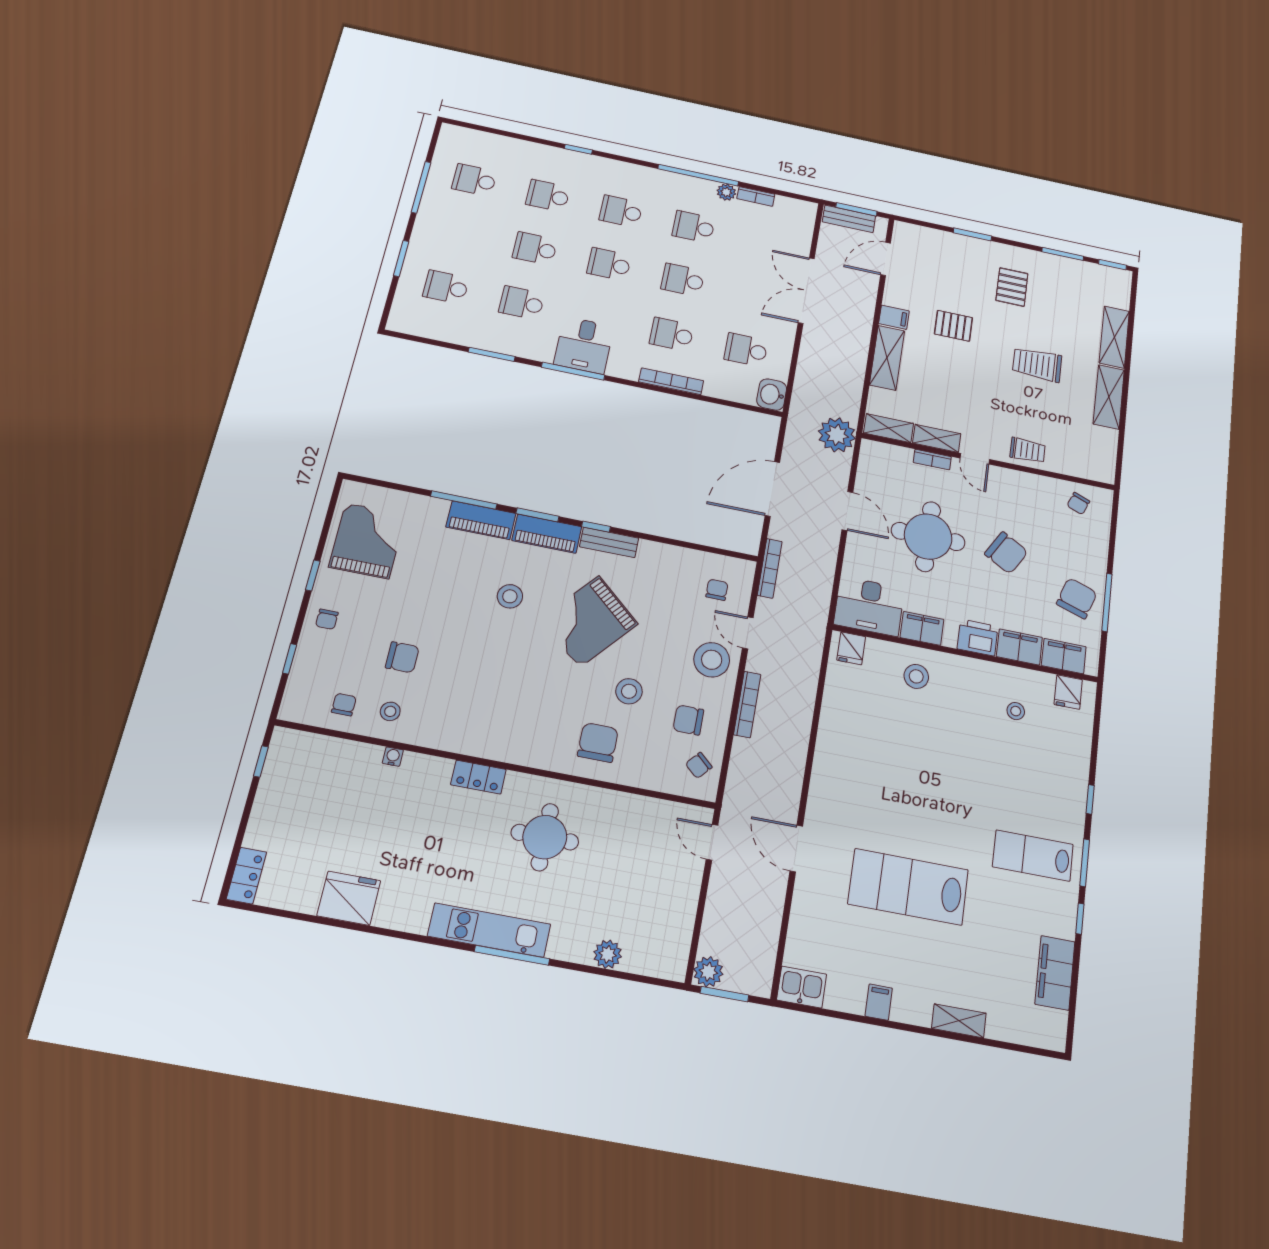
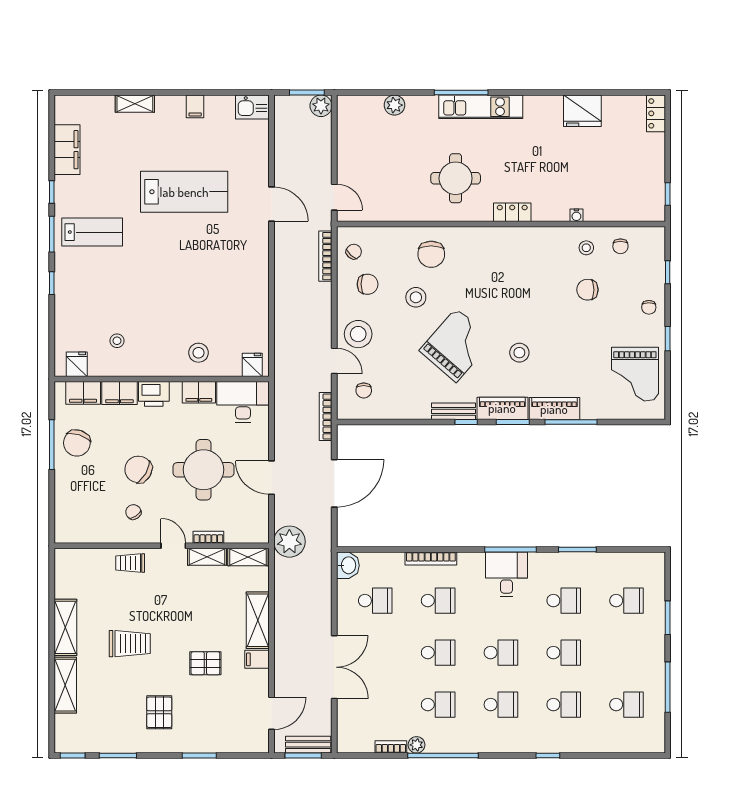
chair: (1078, 504) -> (133, 512), moved, turned -55
chair: (327, 619) -> (649, 307), turned 180
bookcase: (747, 704) -> (325, 256), moved

